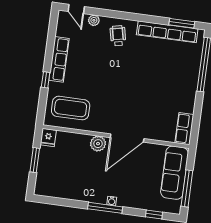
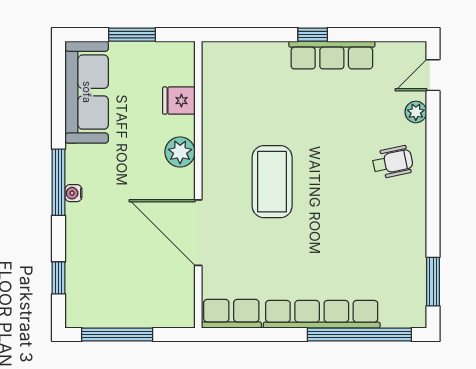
row of seats: (167, 32) -> (322, 314), moved, turned 90
window: (46, 80) -> (313, 35), moved
coffee table: (71, 108) -> (272, 182), moved
fridge: (48, 138) -> (179, 101), moved
door: (127, 138) -> (198, 233), moved
sofa: (174, 173) -> (87, 92), moved, turned 90

